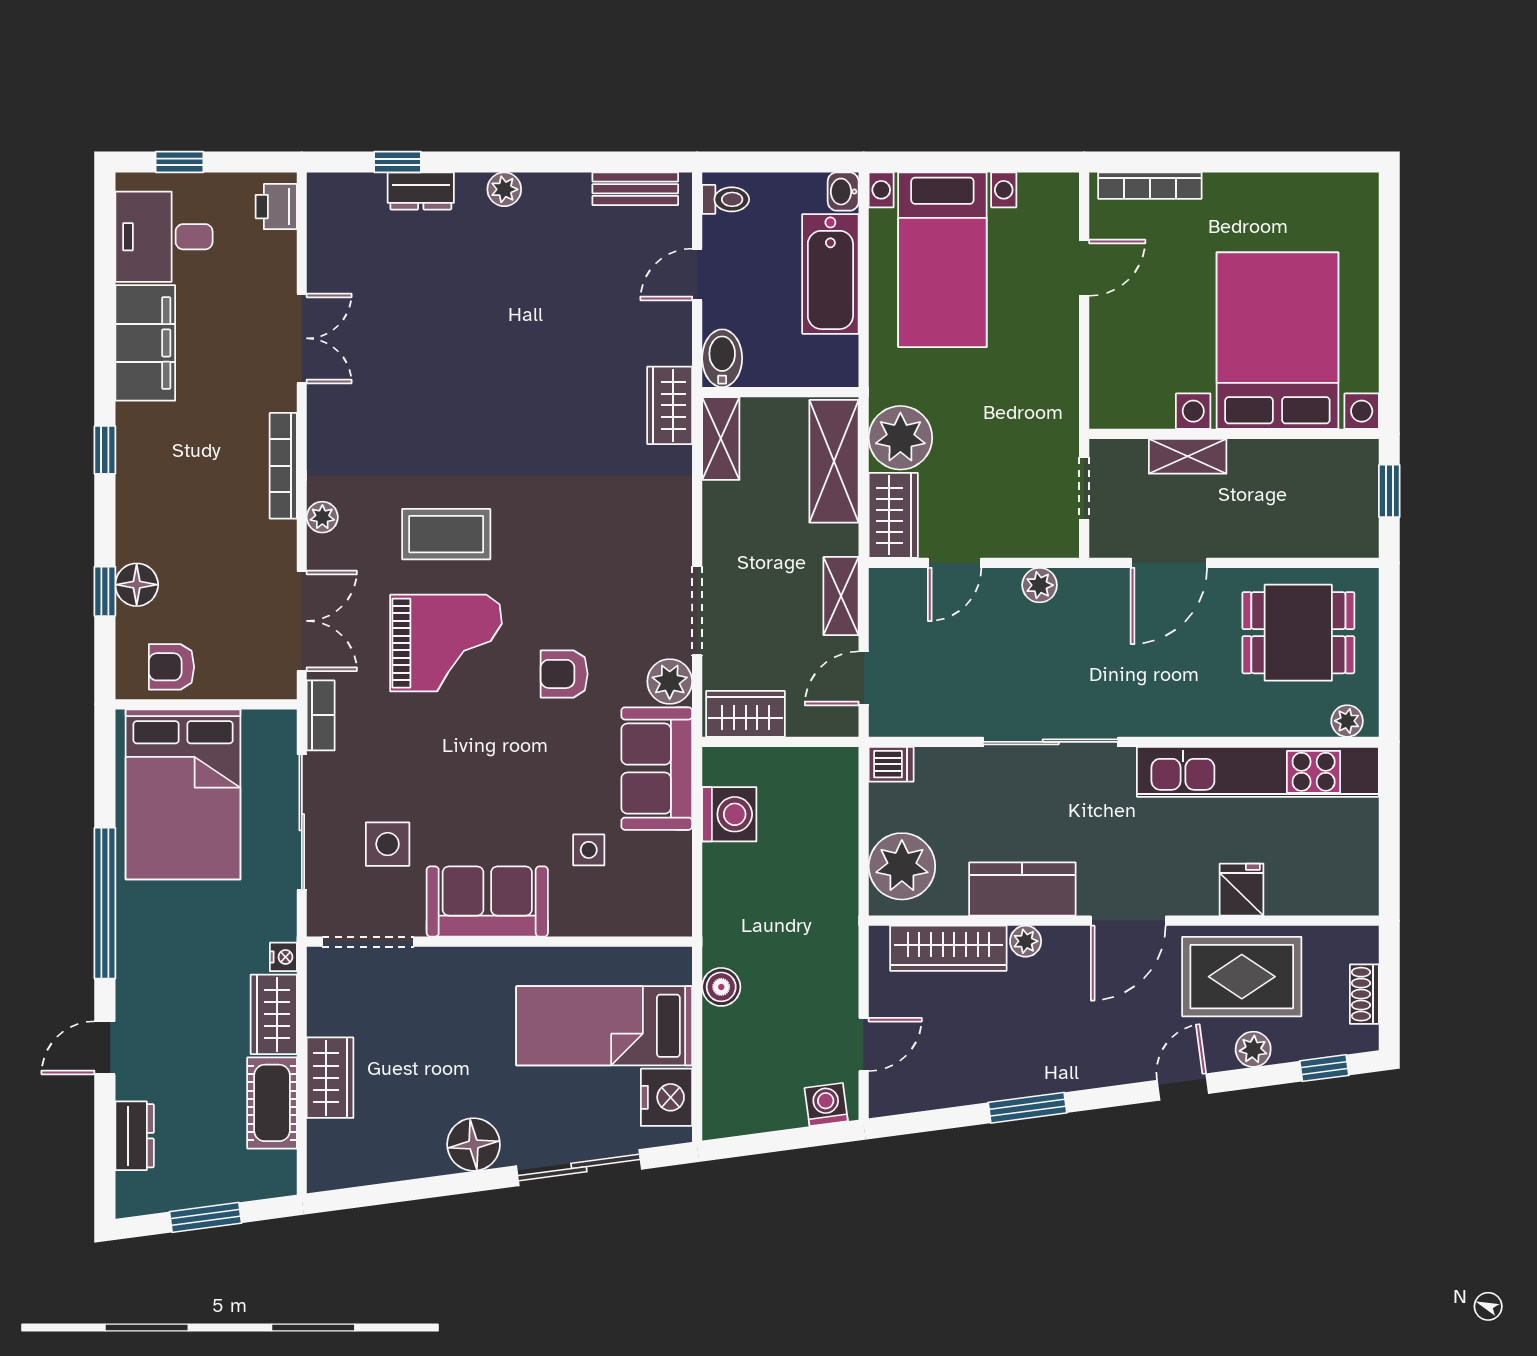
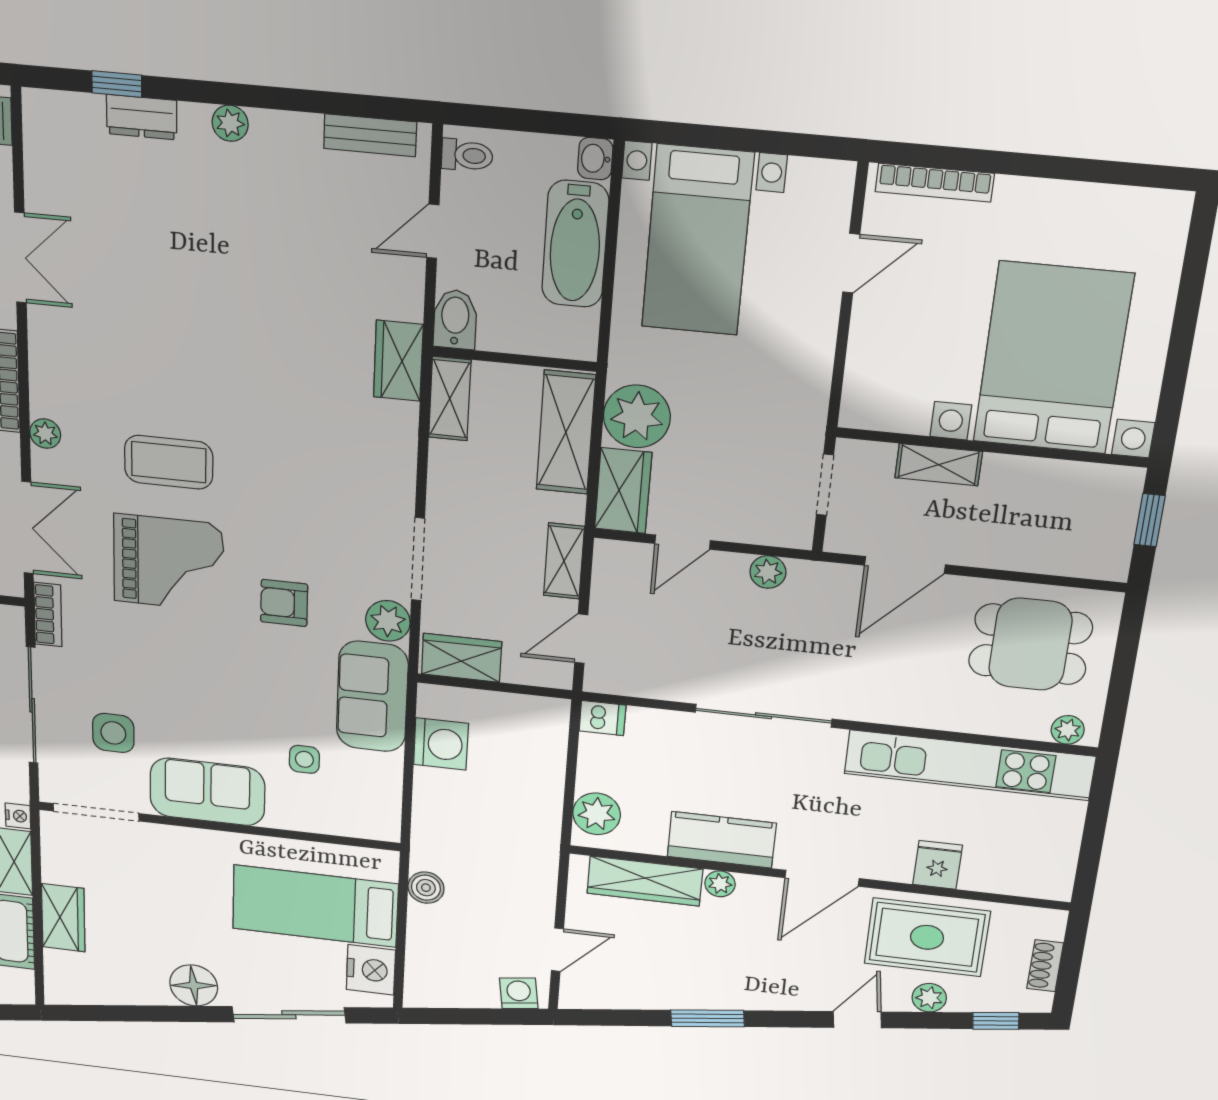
plant: (902, 866) -> (597, 814), width x0.73, depth x0.73

